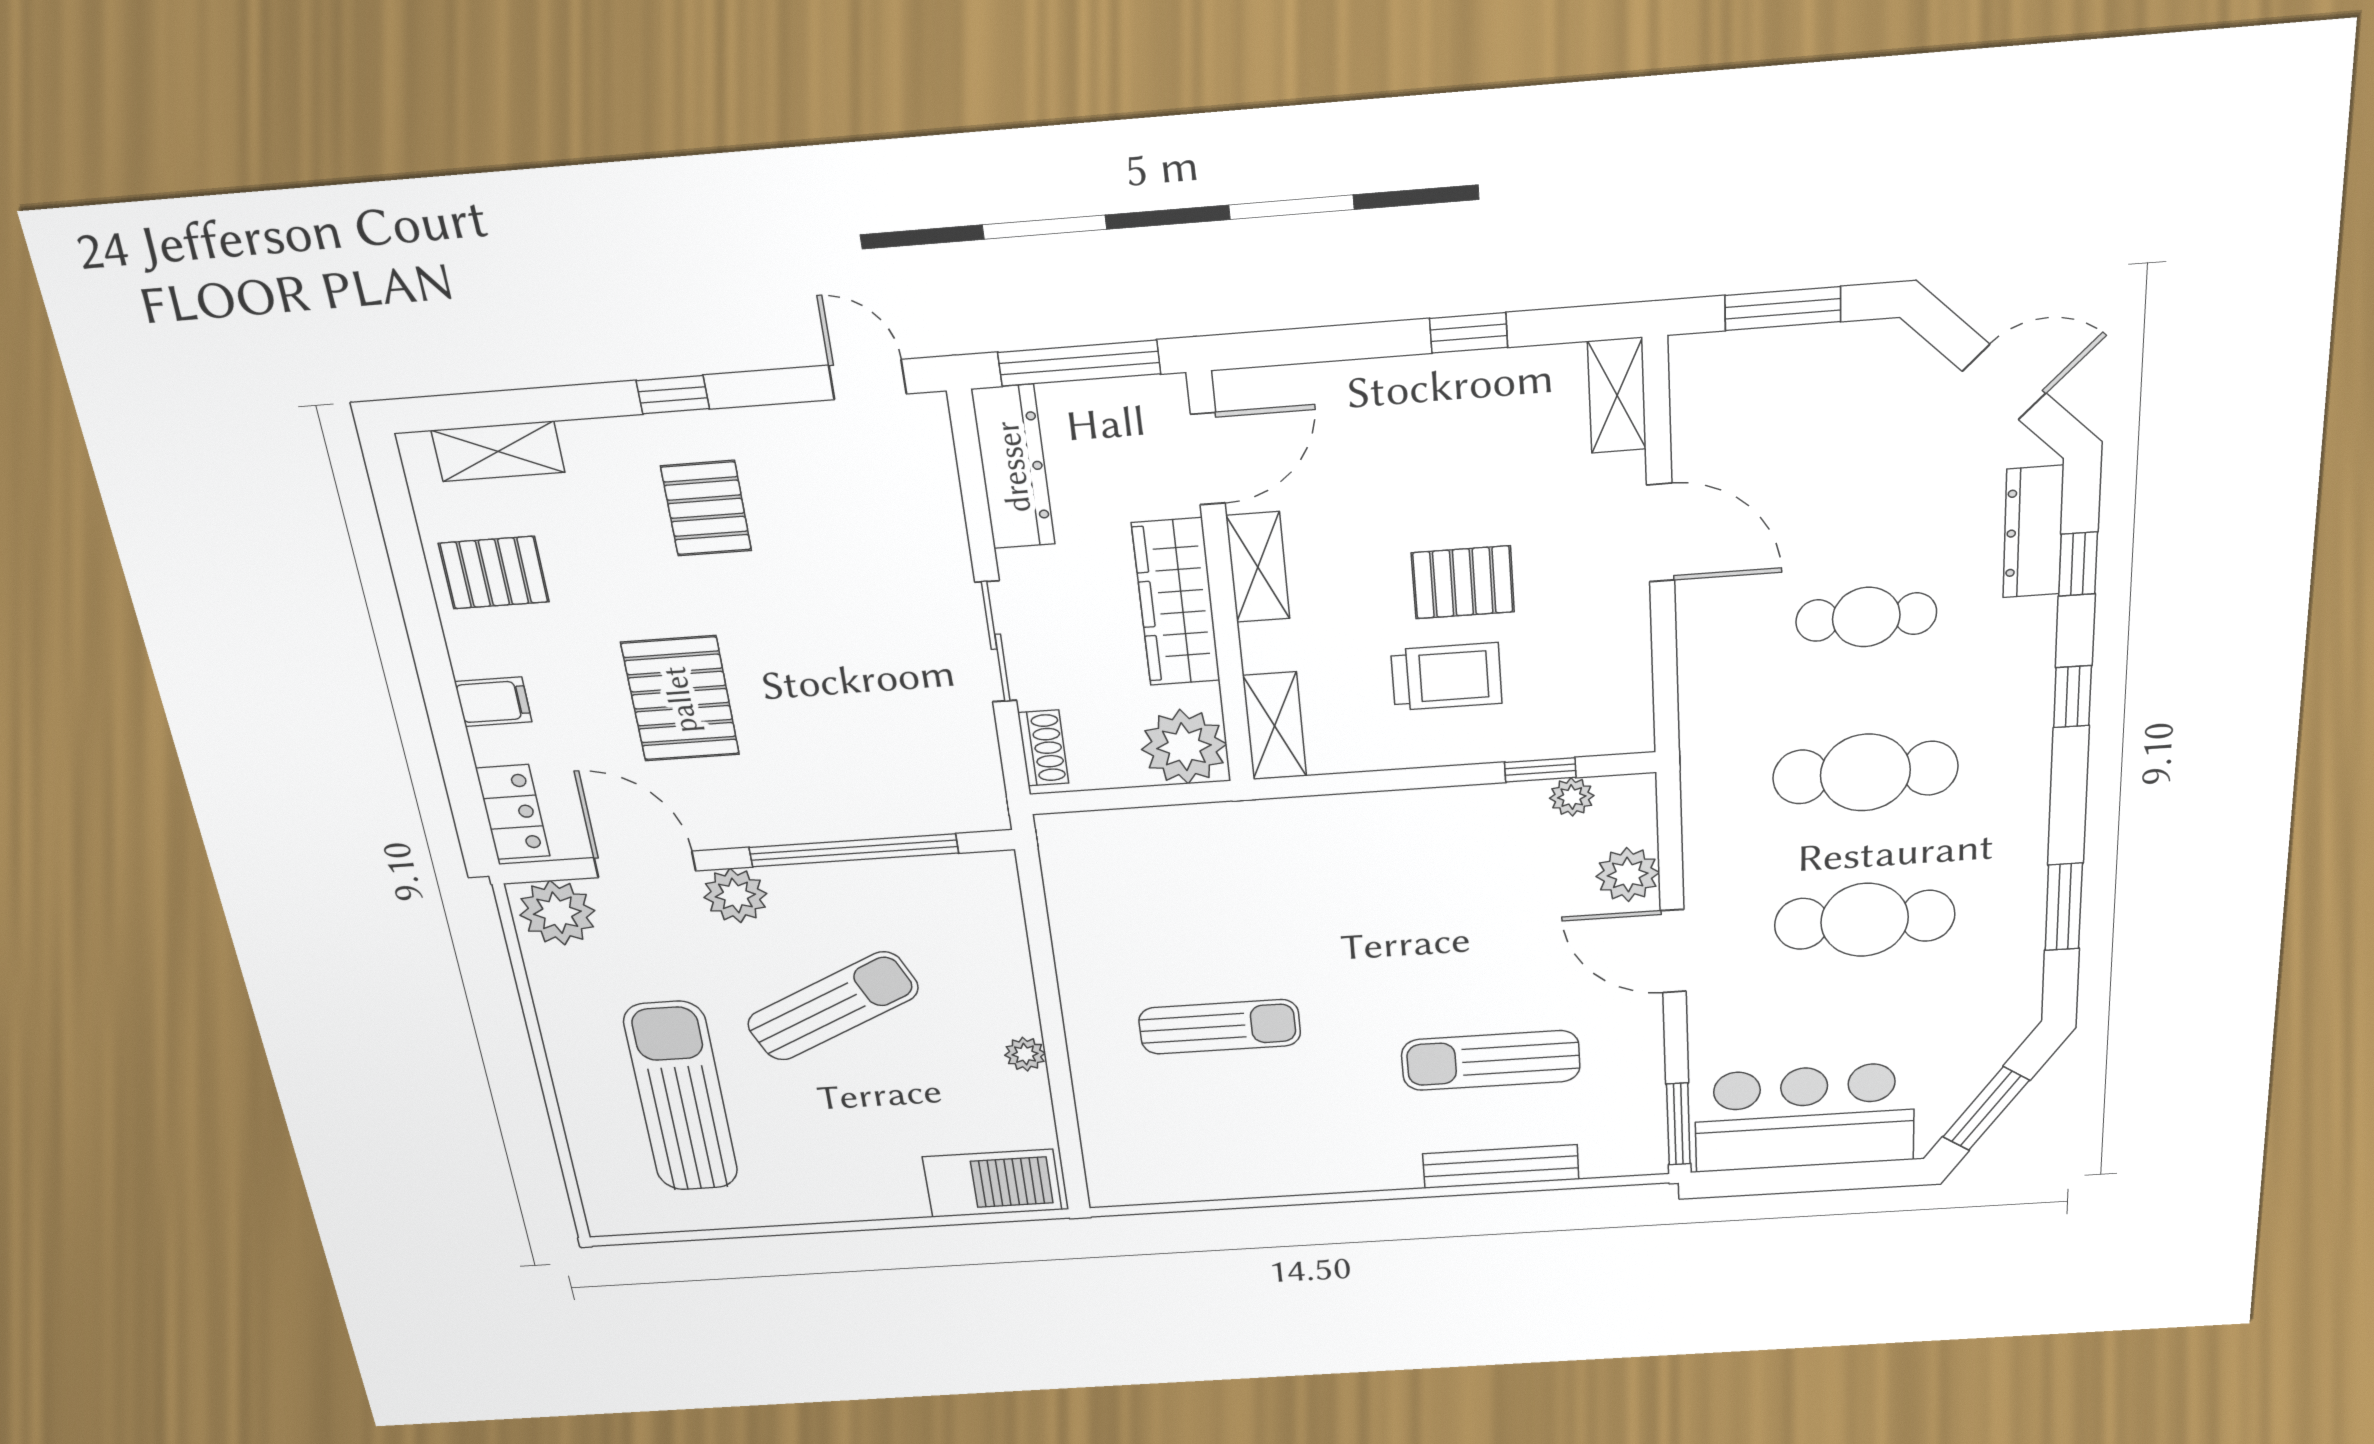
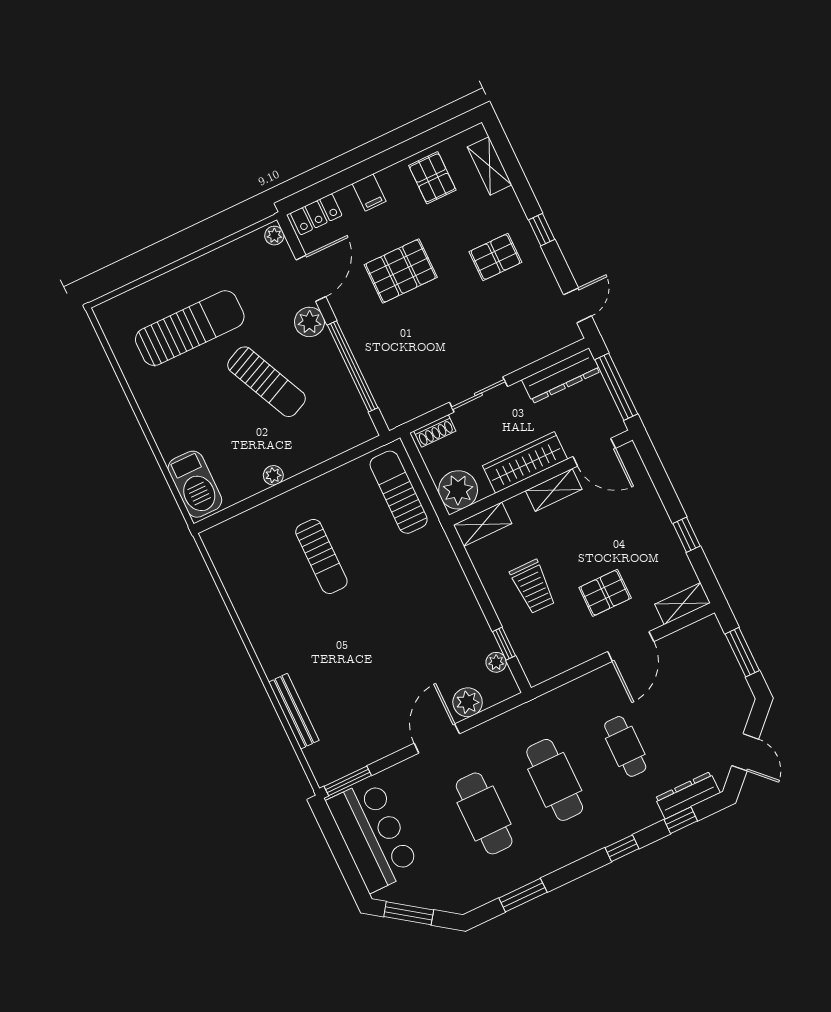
pallet: (1463, 582) -> (605, 593), moved, turned 90
plant: (557, 913) -> (274, 236), width x0.53, depth x0.53
sun lounger: (1491, 1061) -> (399, 492), moved

